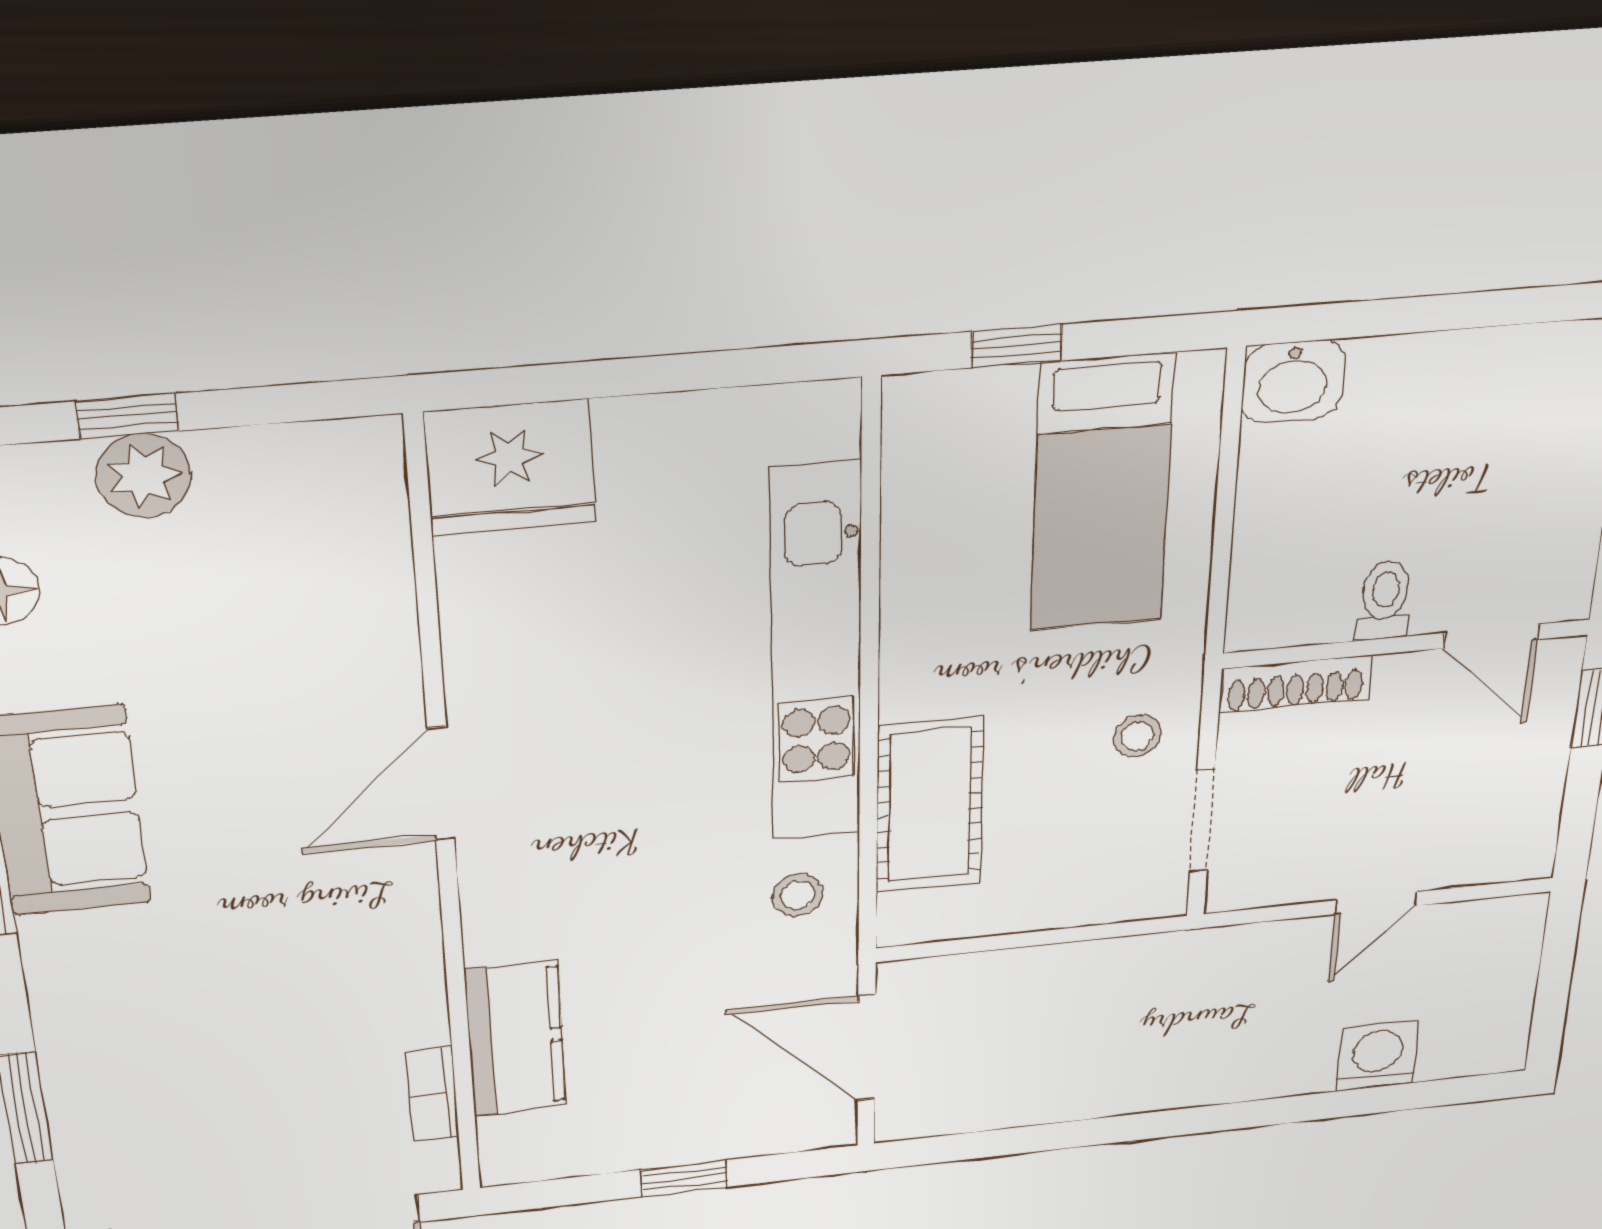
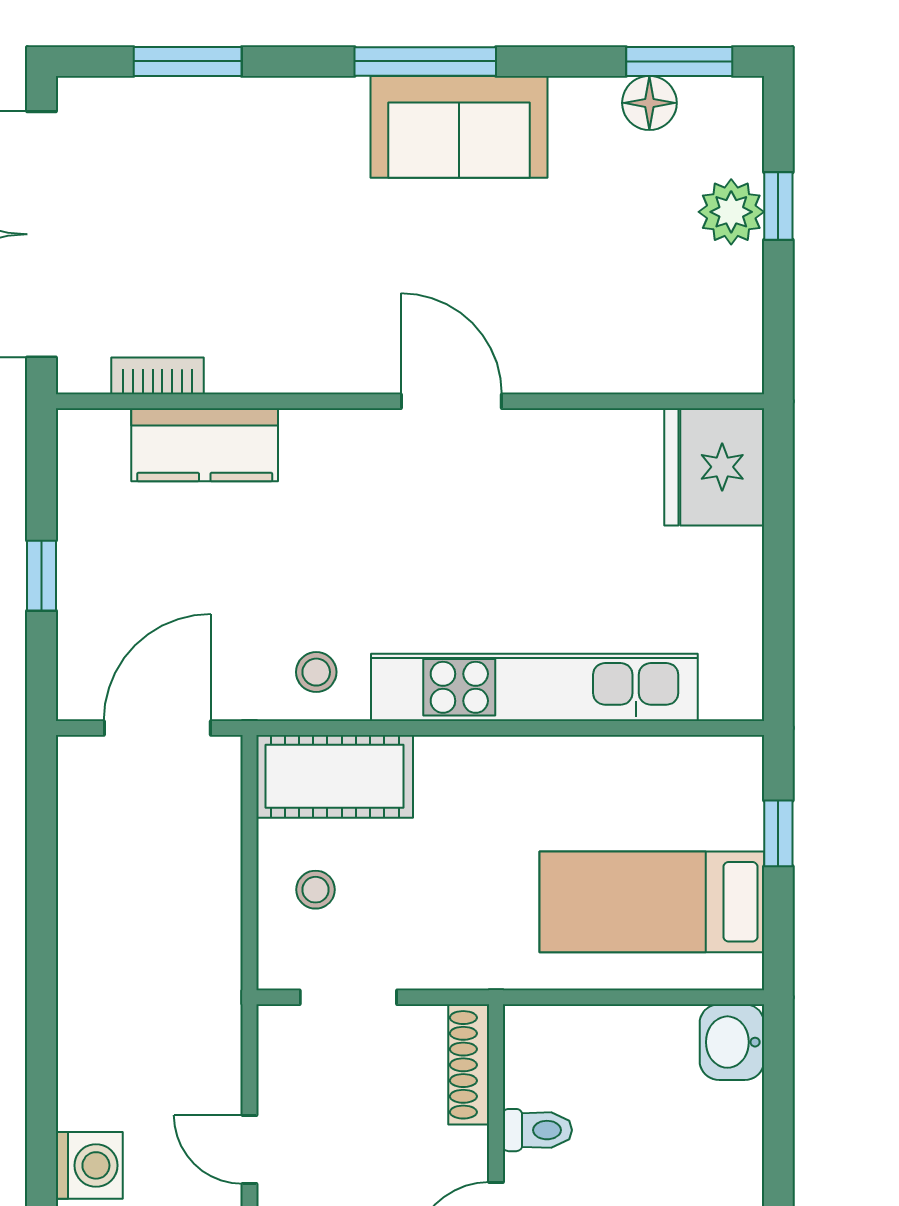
stool: (1137, 736) -> (316, 890), moved
cot: (930, 805) -> (335, 776), moved

